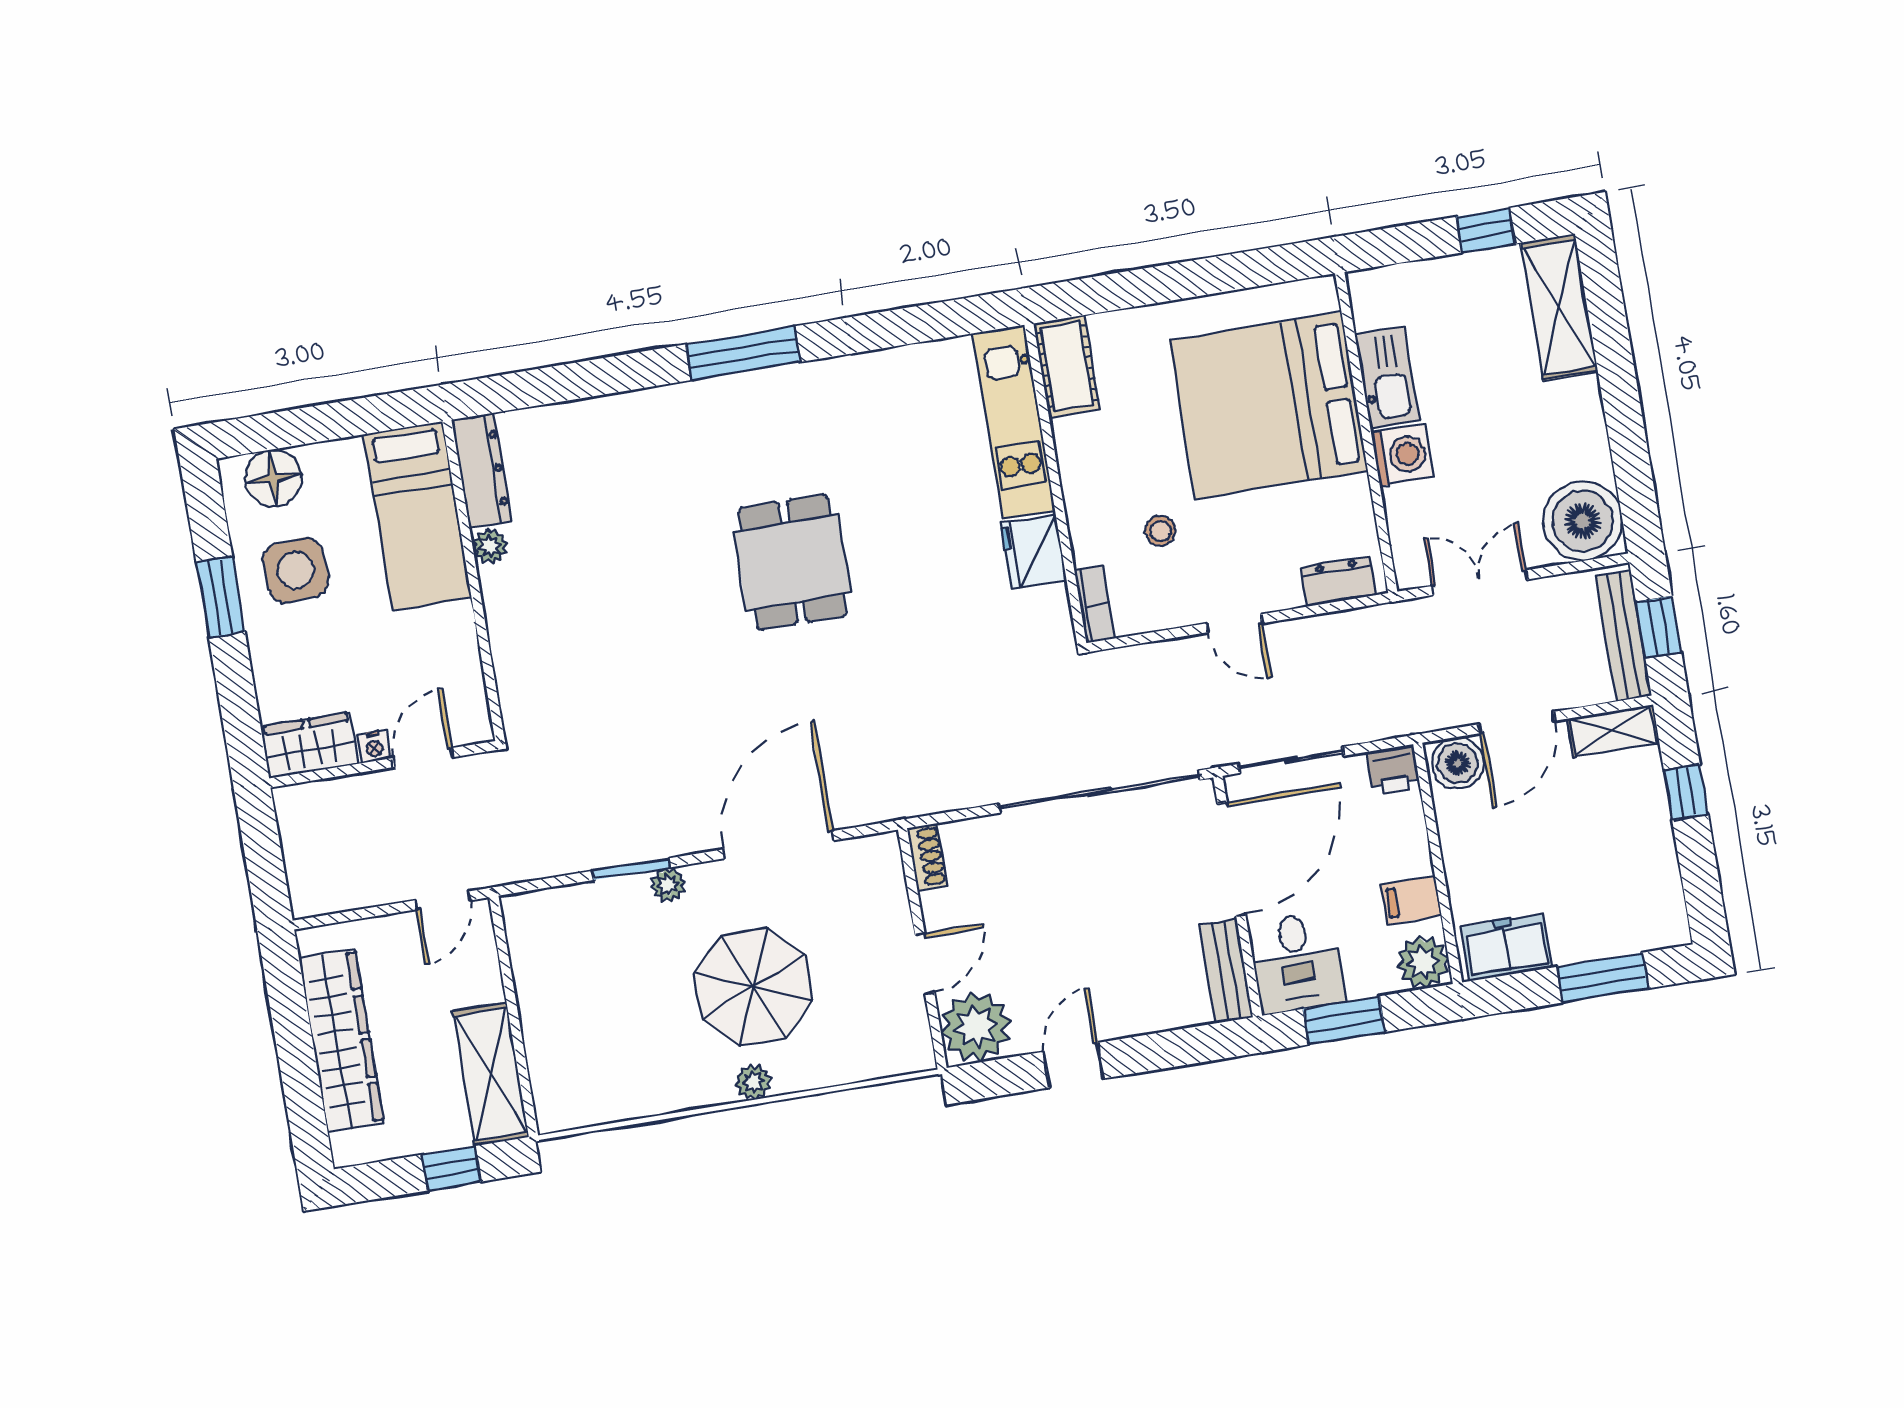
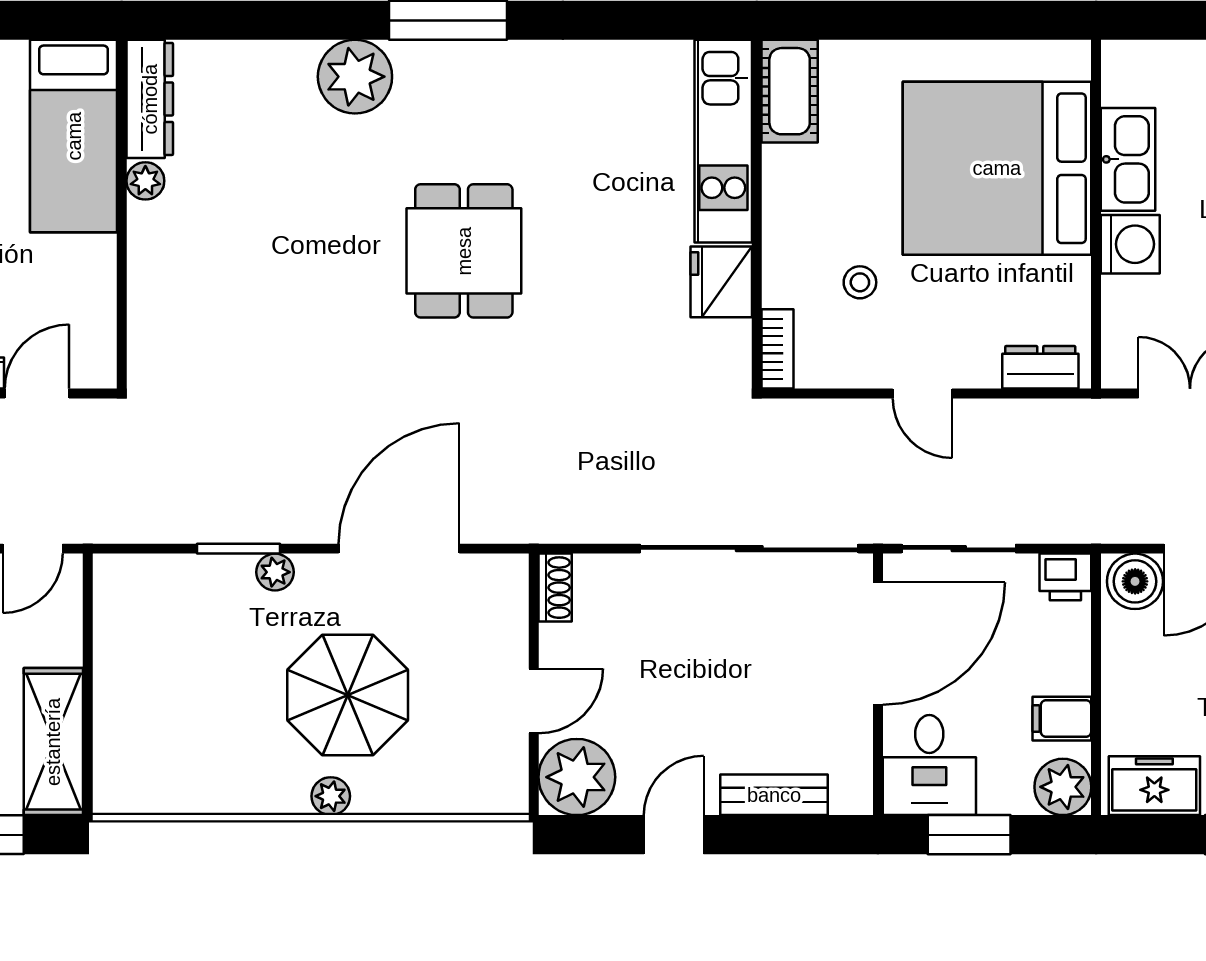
plant: (666, 419) -> (355, 77), added
bench: (1226, 971) -> (774, 795), moved, turned 90

